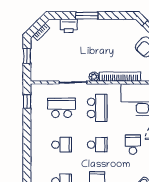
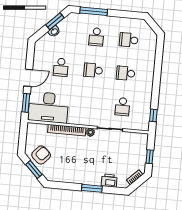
school desk: (62, 108) -> (123, 107), width x0.54
school desk: (97, 108) -> (90, 104), removed

